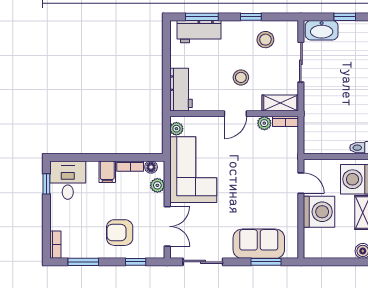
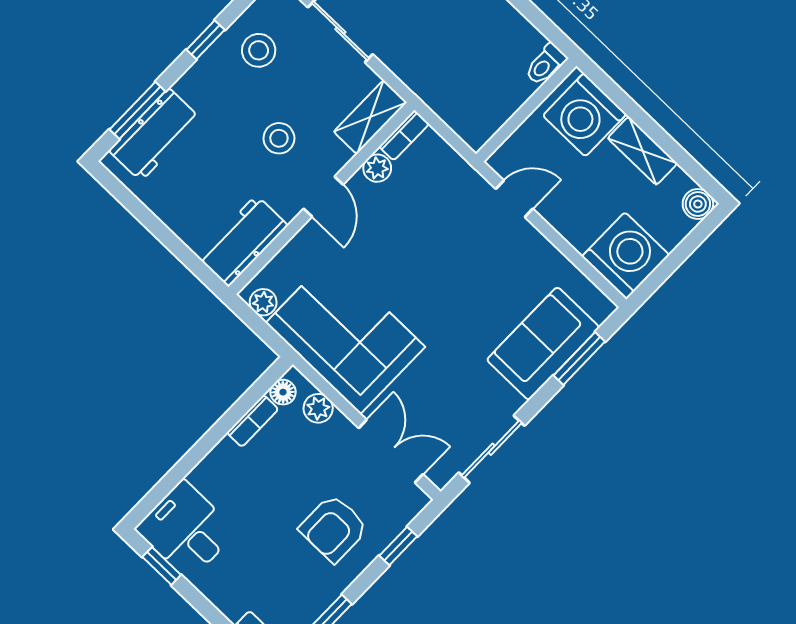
workbench: (181, 90) -> (242, 241), moved, turned -90
filing cabinet: (107, 172) -> (229, 462), removed
washing machine: (319, 212) -> (626, 256), moved

